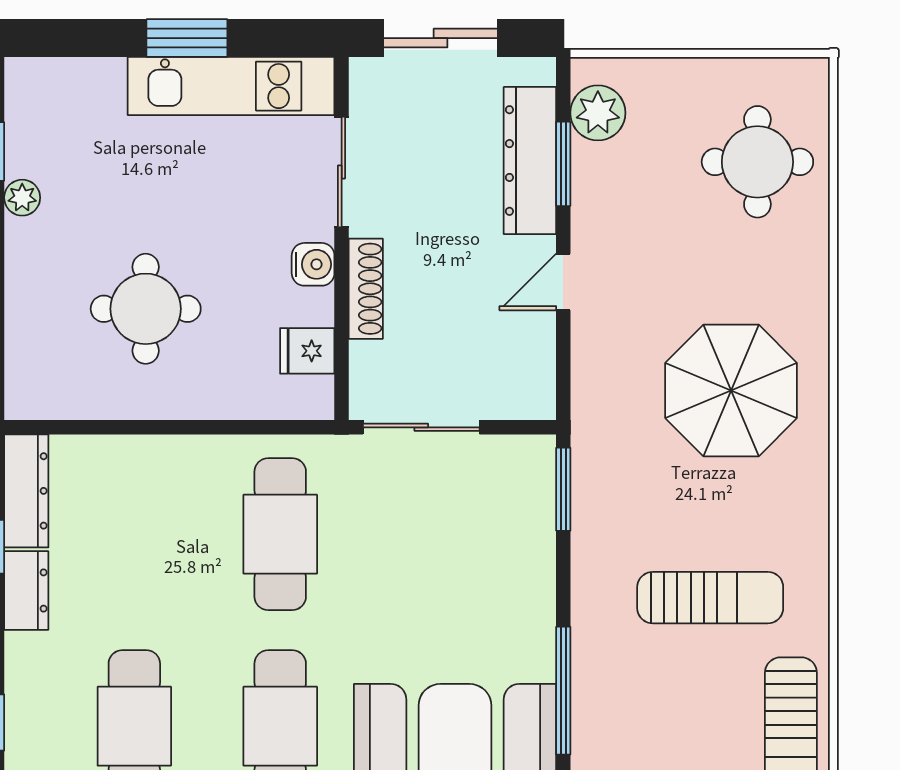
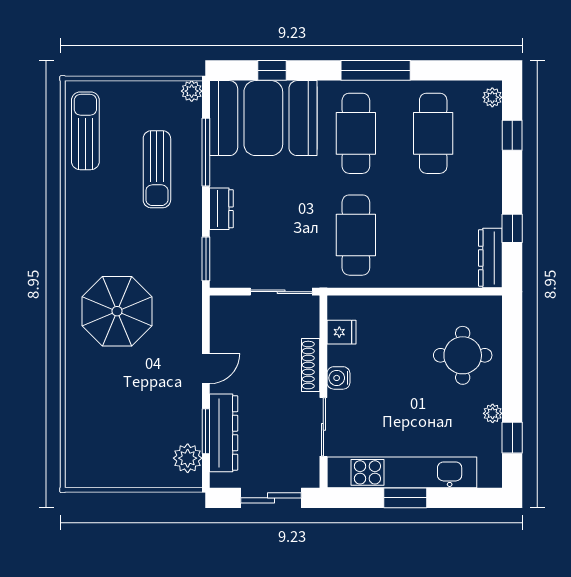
kitchen unit: (231, 86) -> (402, 472), width x1.36
round table: (757, 162) -> (103, 432), removed
round table: (146, 309) -> (463, 355), moved
dresser: (26, 591) -> (221, 209), moved, turned 180
sun lounger: (710, 598) -> (157, 169), moved, turned -90

